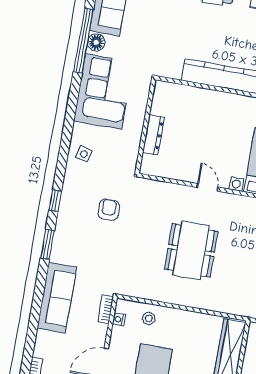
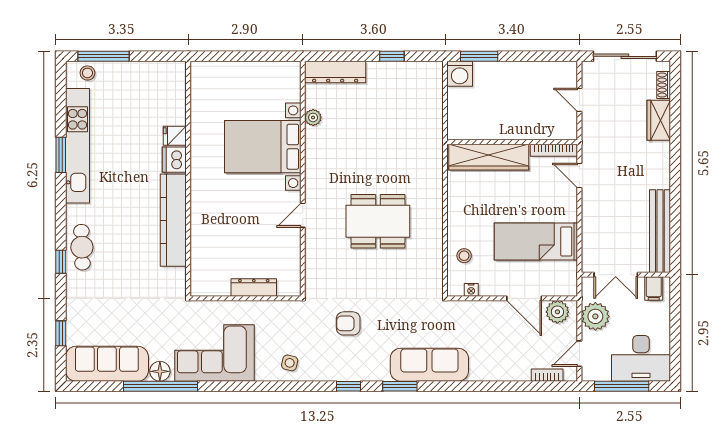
sofa: (57, 298) -> (429, 365), moved
bookcase: (106, 309) -> (462, 307), removed

